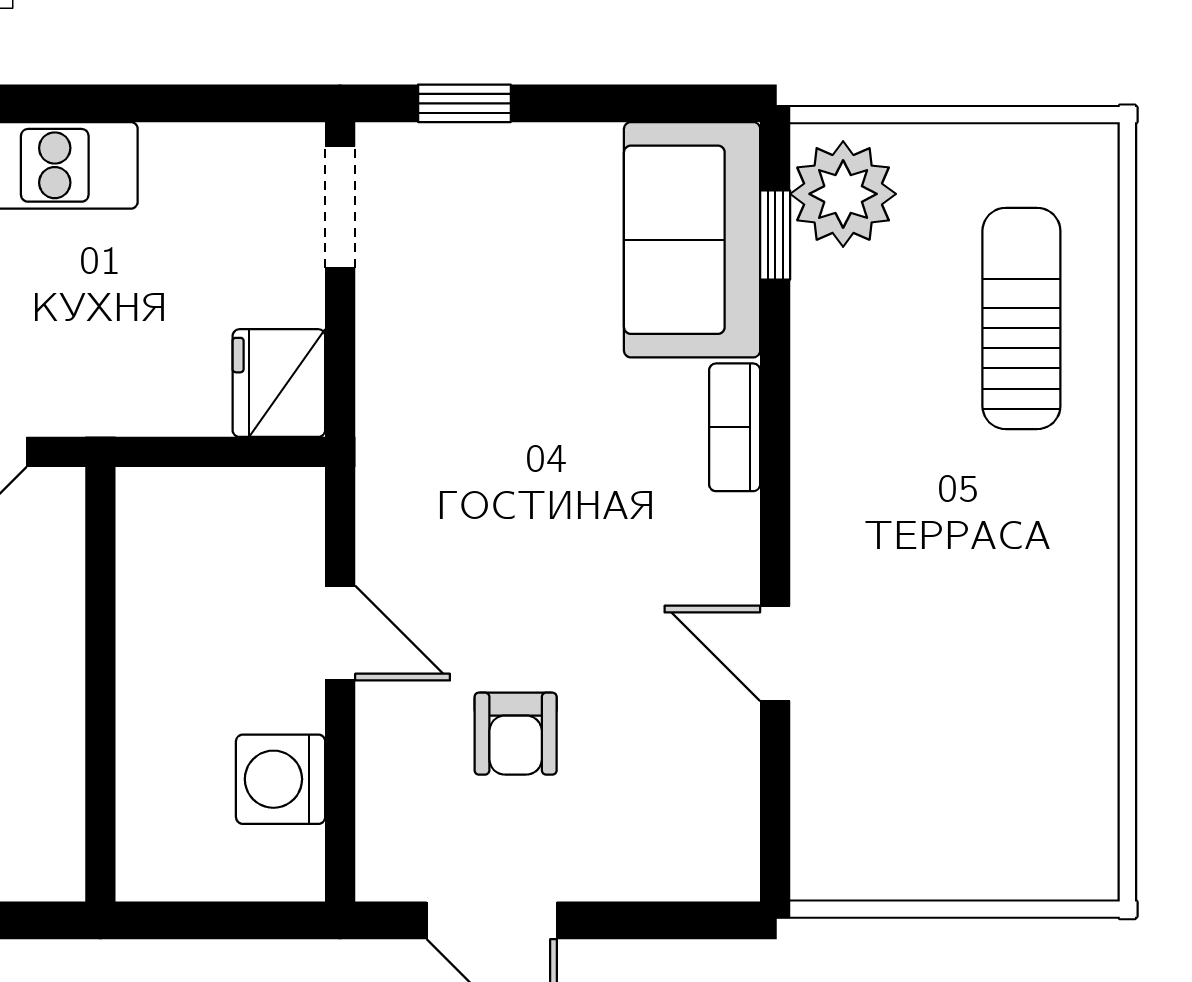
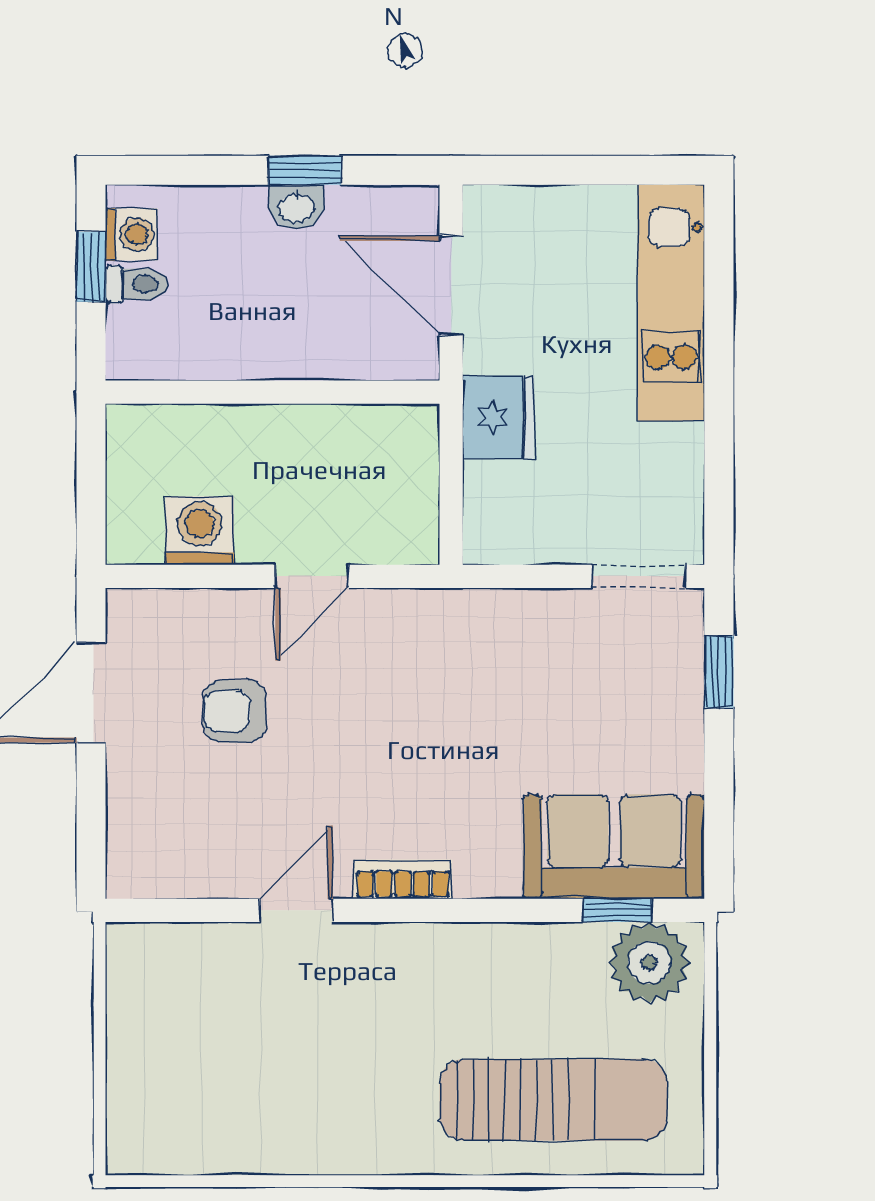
sun lounger: (1021, 318) -> (554, 1100), width x1.36, depth x1.34
fridge: (279, 383) -> (498, 417), moved, turned 90
bookcase: (735, 427) -> (403, 879), moved

